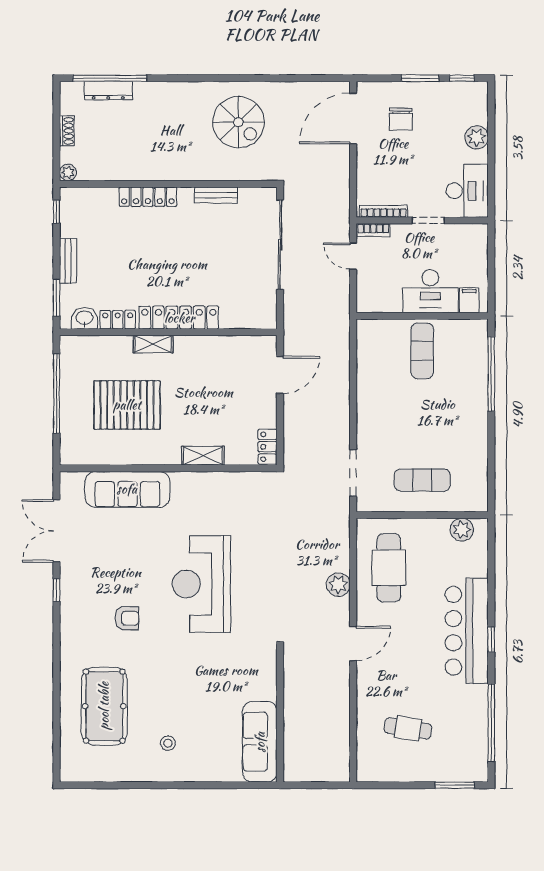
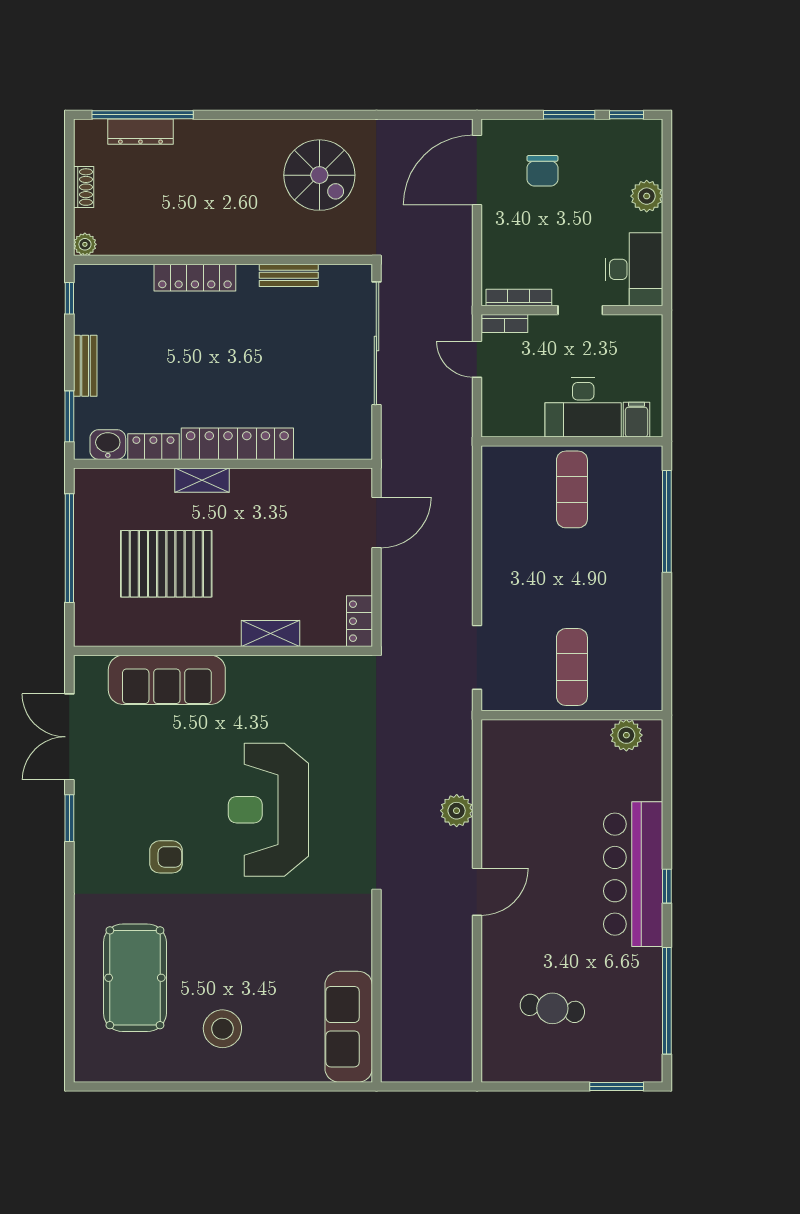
exercise mat: (422, 480) -> (572, 667), turned 90
cafe table: (389, 568) -> (526, 788), removed
window: (57, 590) -> (69, 818), width x1.50
stool: (168, 743) -> (222, 1029), width x1.89, depth x1.89

